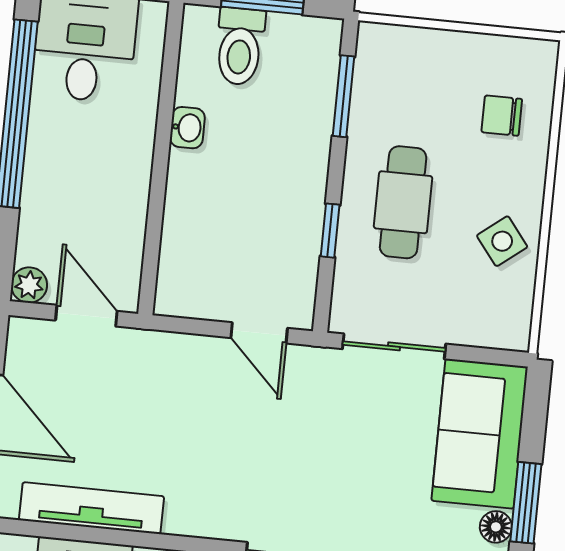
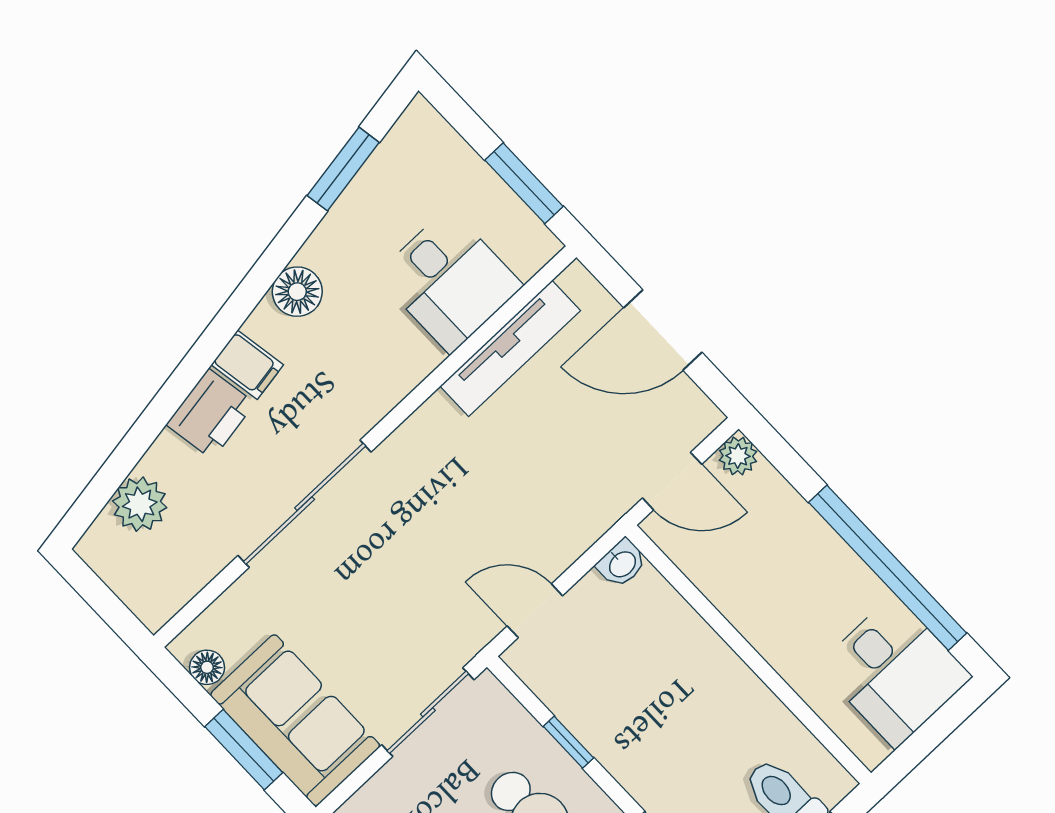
washbasin: (187, 128) -> (622, 564), moved, turned -90
window: (526, 503) -> (244, 750), moved

